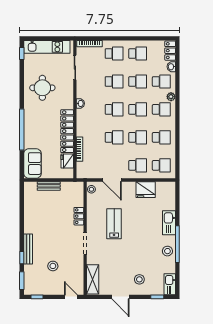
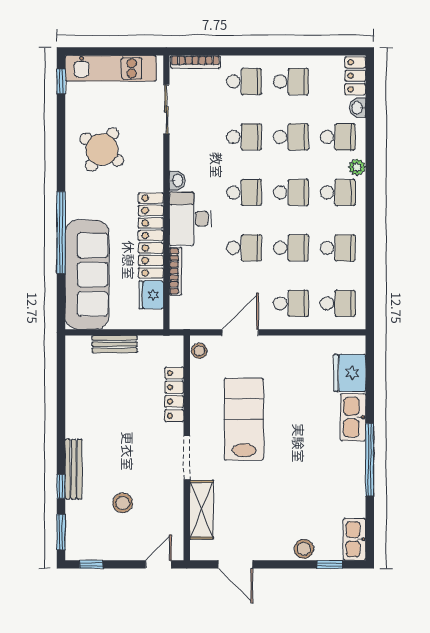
round table: (42, 88) -> (102, 149), turned 34
desk: (87, 123) -> (190, 219), added
sofa: (32, 164) -> (87, 275), width x1.85, depth x1.27
door: (112, 180) -> (240, 332), swing flipped
fridge: (146, 190) -> (350, 373), moved, turned 90
locker: (79, 216) -> (174, 394), width x1.53
lab bench: (114, 224) -> (244, 419), width x1.36, depth x1.39
stool: (167, 251) -> (350, 473), removed
shelving: (93, 279) -> (202, 510), moved
stool: (139, 279) -> (304, 549), moved
door: (71, 297) -> (159, 564), hinge flipped
door: (120, 297) -> (235, 564), moved

